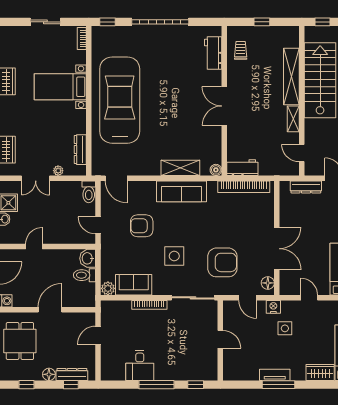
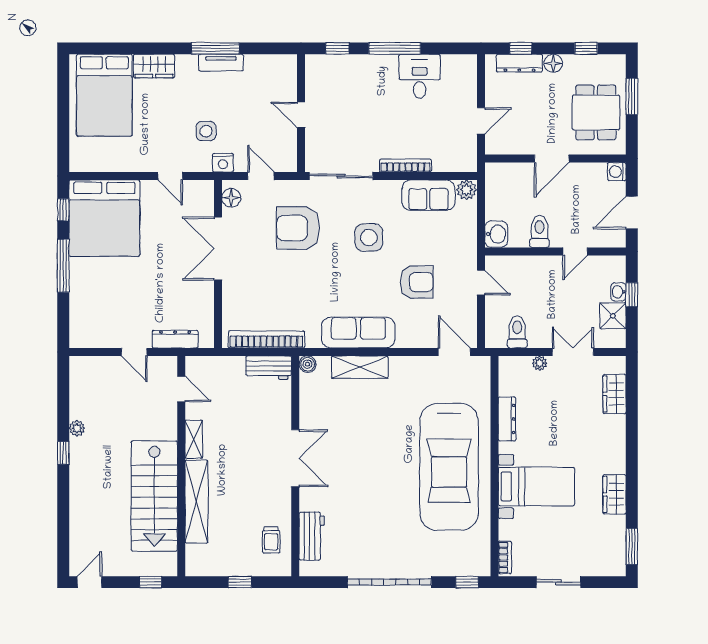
dresser: (80, 150) -> (507, 419), moved
toilet: (89, 192) -> (517, 332), moved
toilet: (84, 275) -> (540, 231), moved, turned -90

